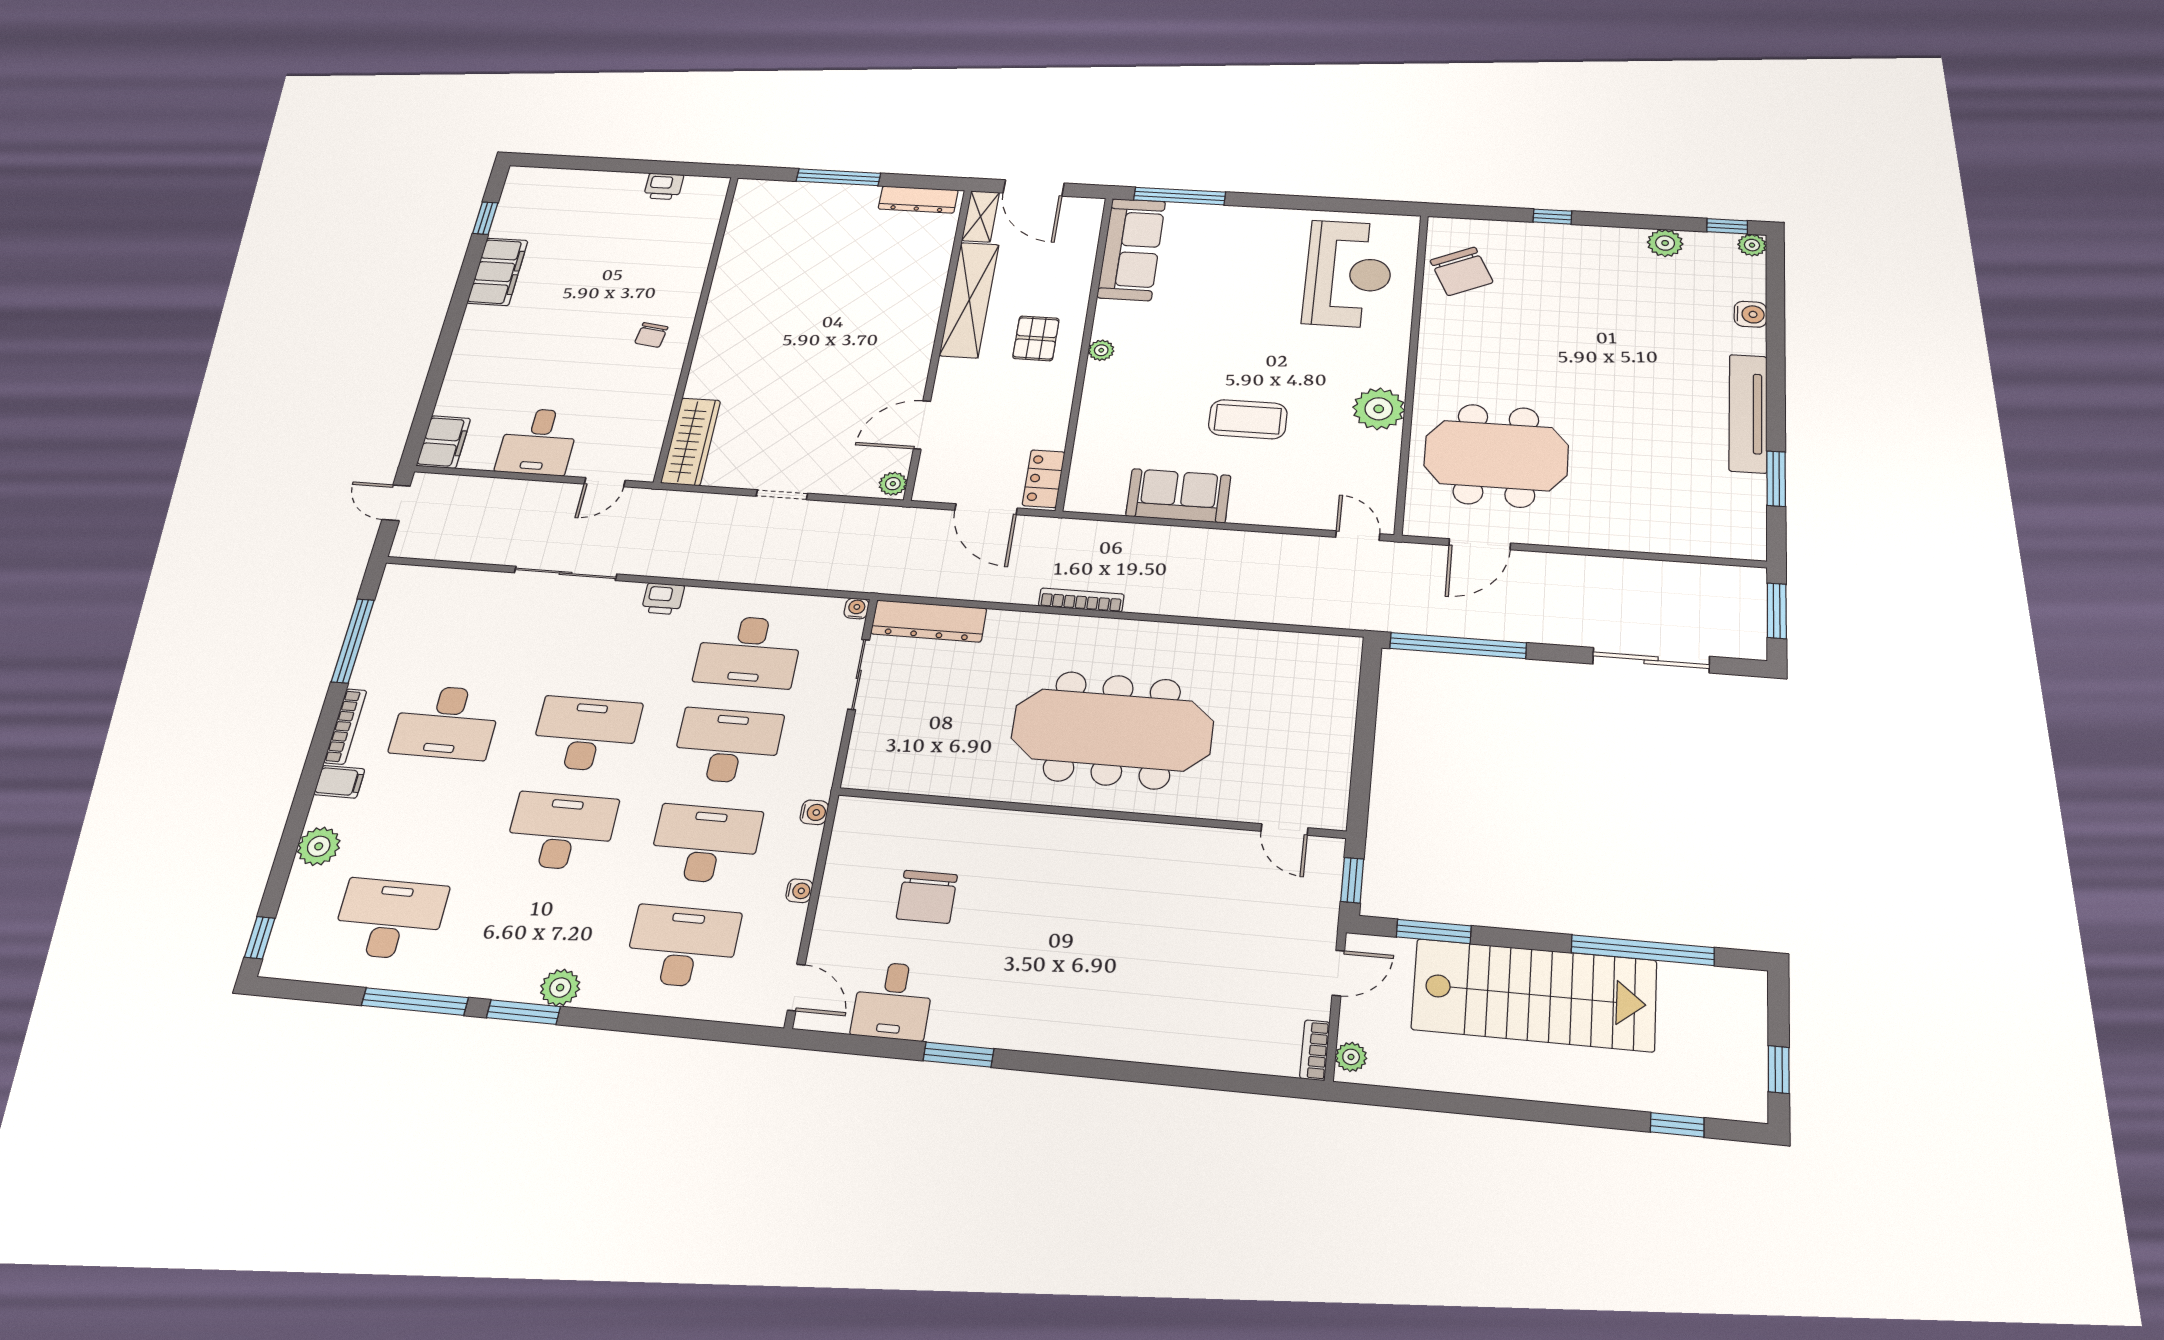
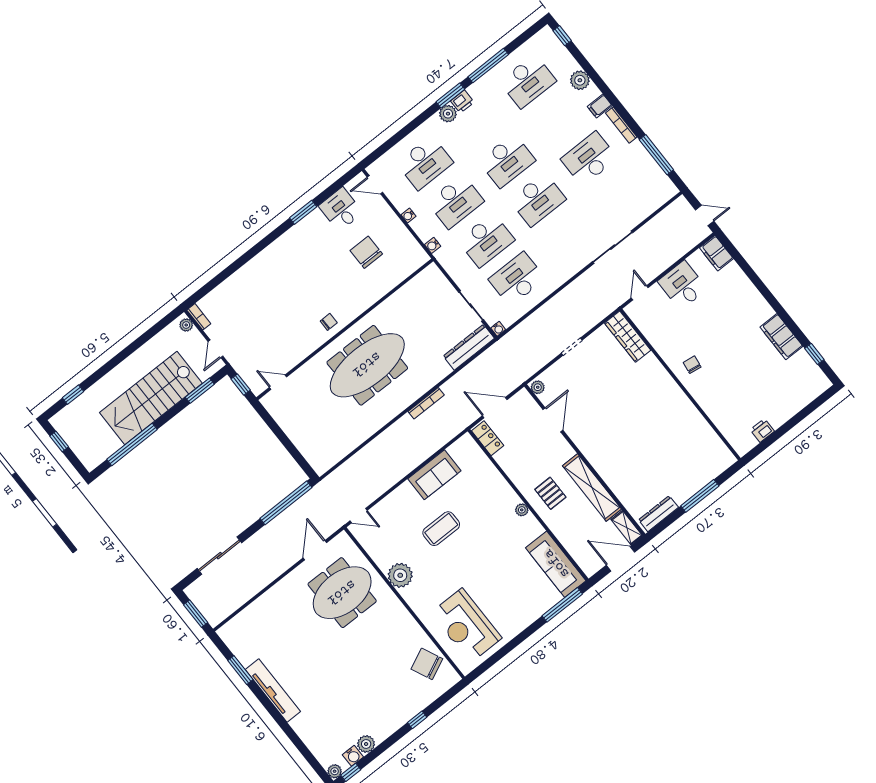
water cooler: (1750, 314) -> (353, 756), moved, turned -90
printer: (663, 599) -> (462, 102), moved, turned 180
chair: (1103, 847) -> (329, 322), added

